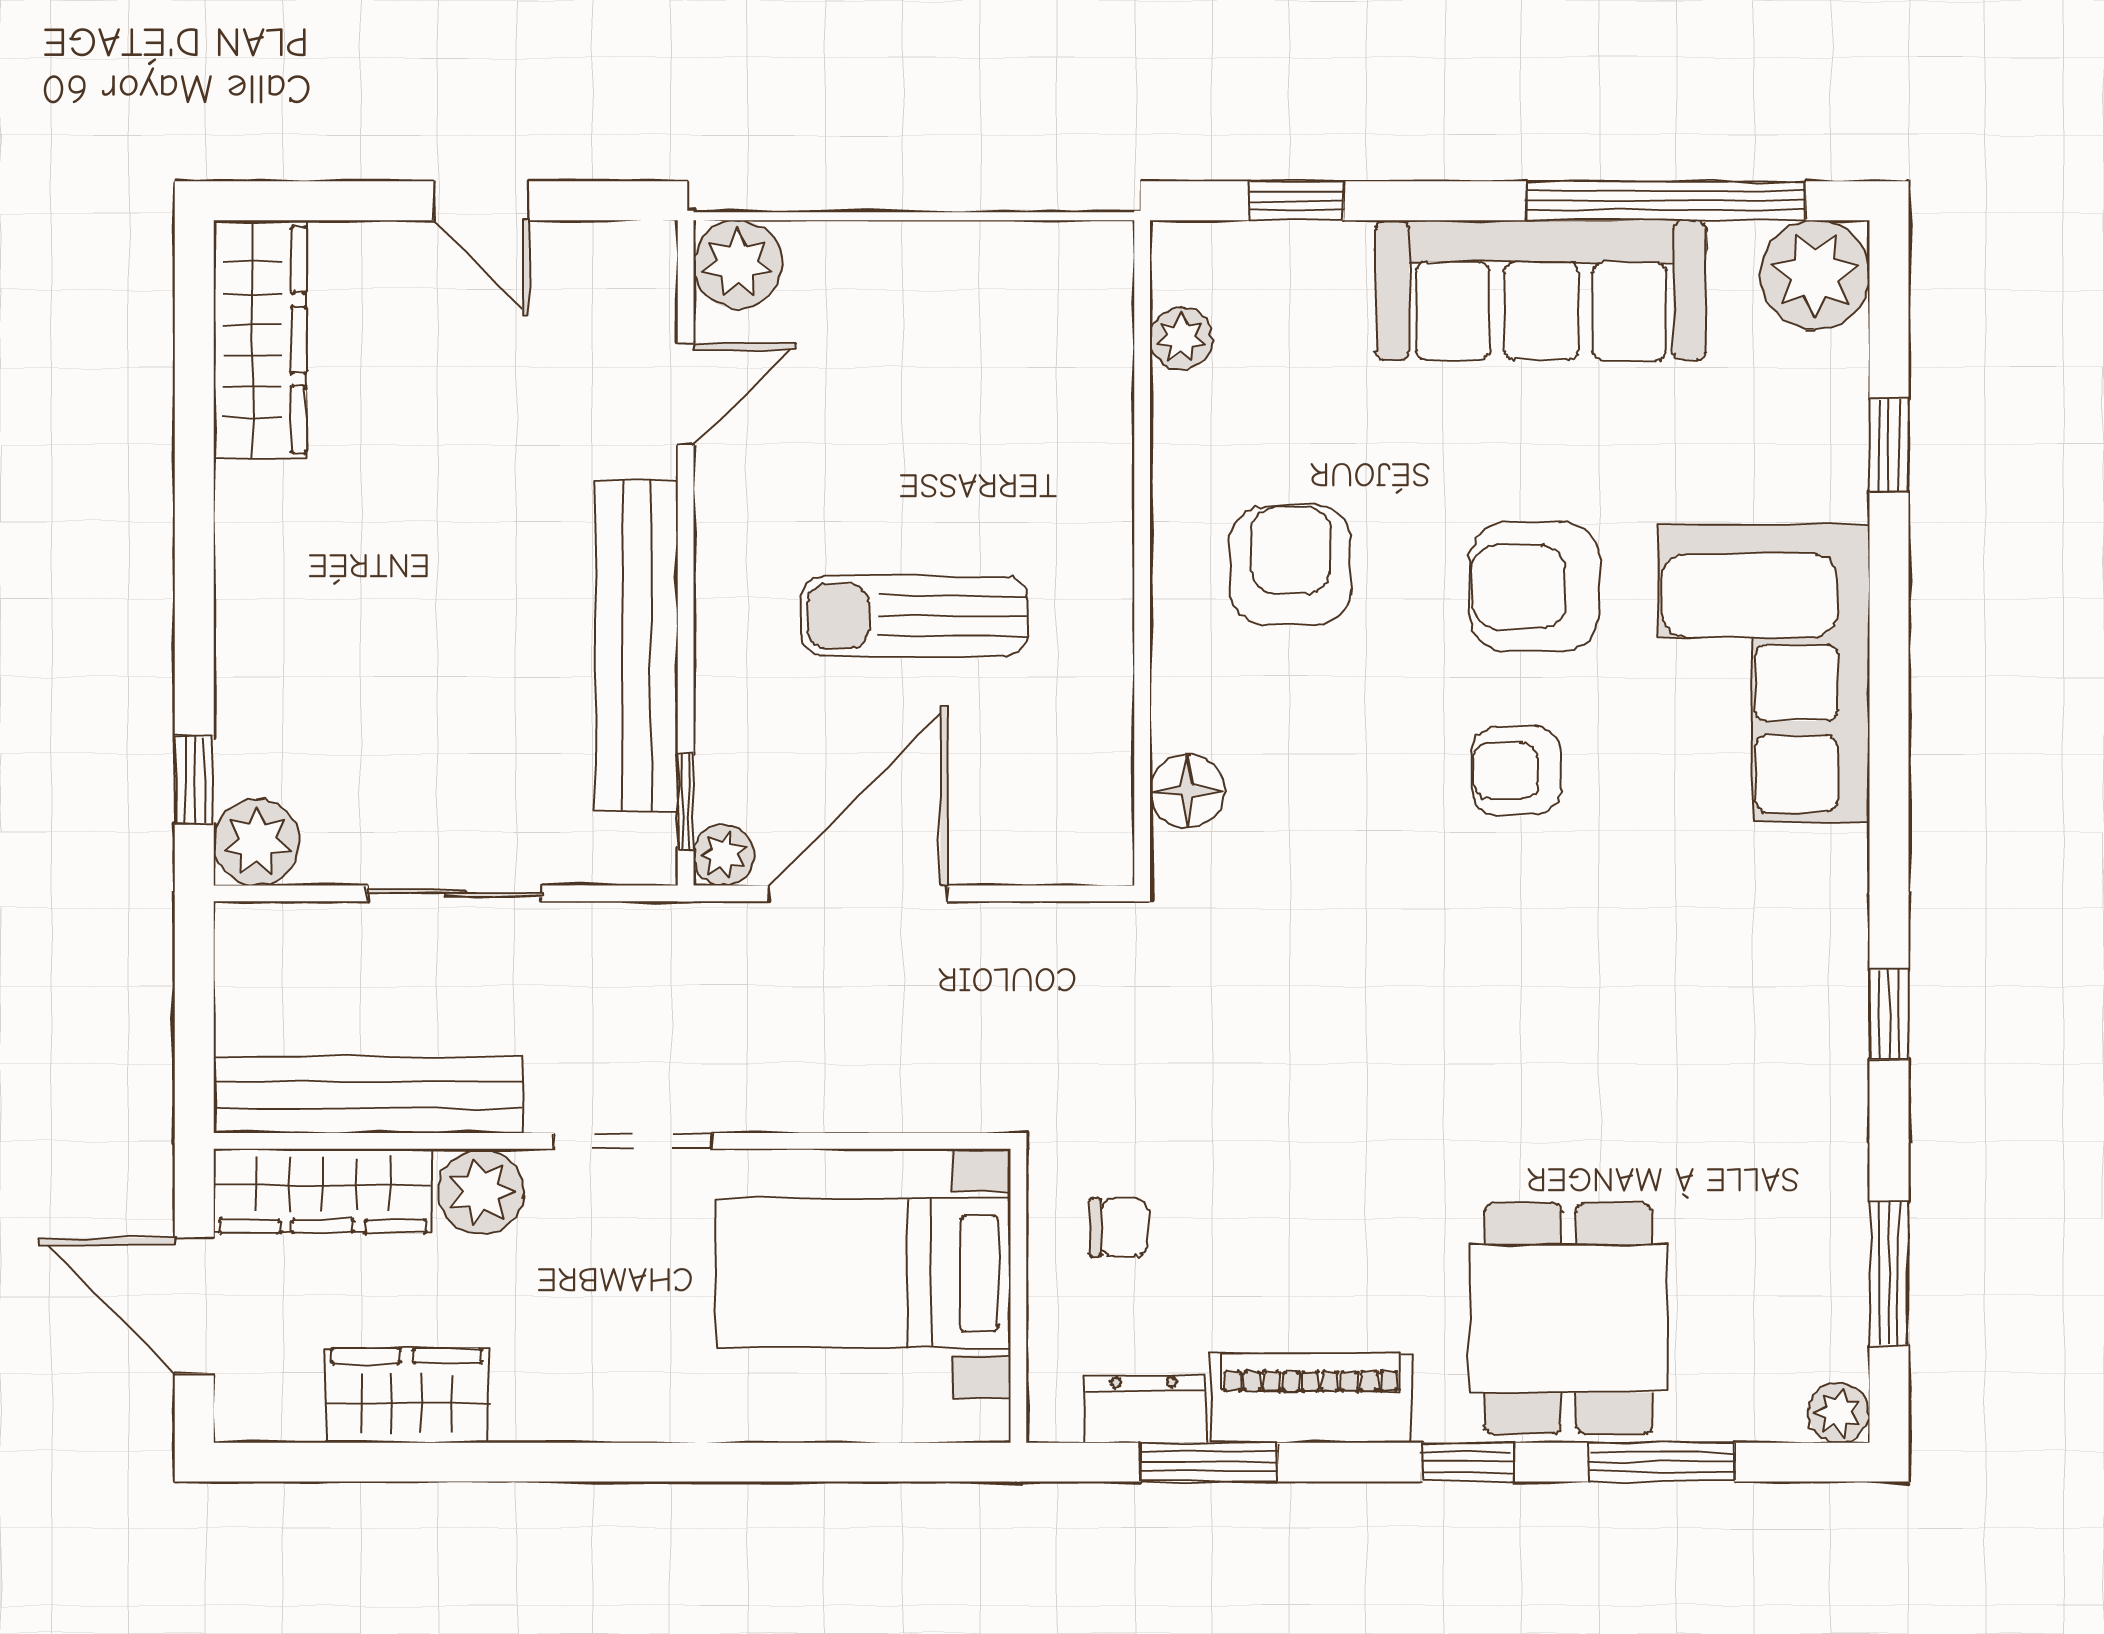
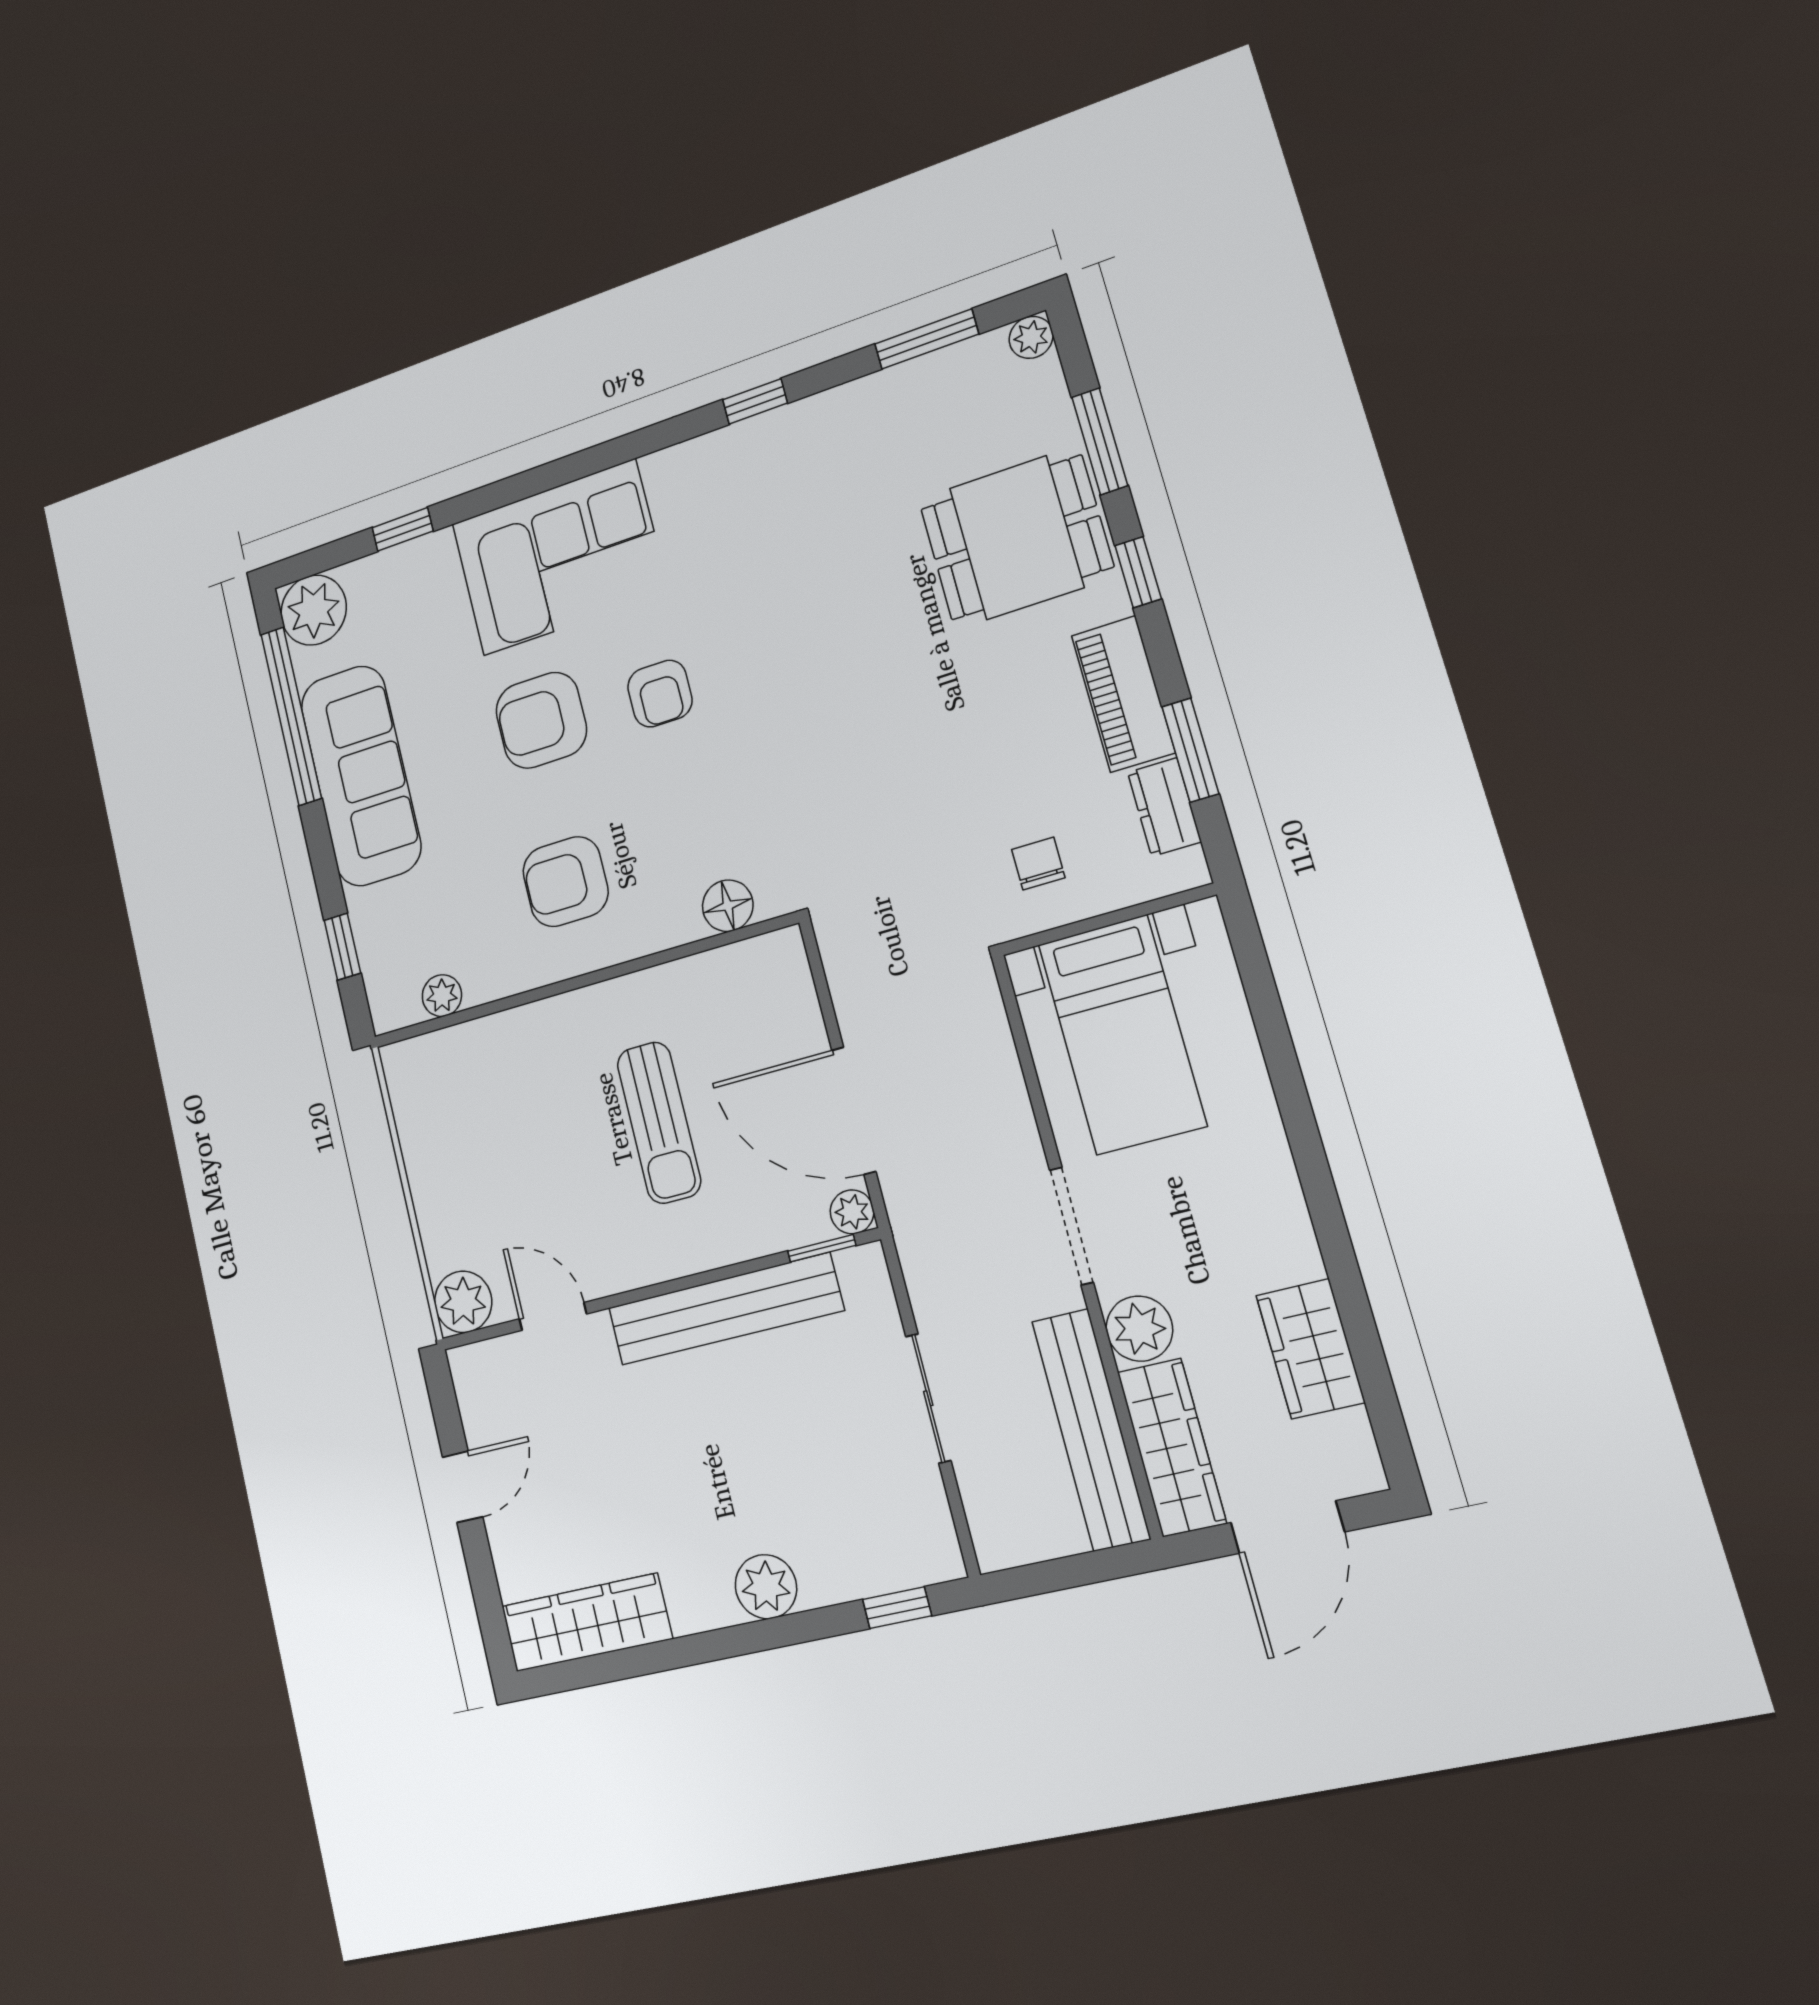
armchair: (1534, 587) -> (541, 720), turned 90
plant: (257, 842) -> (766, 1587), moved

